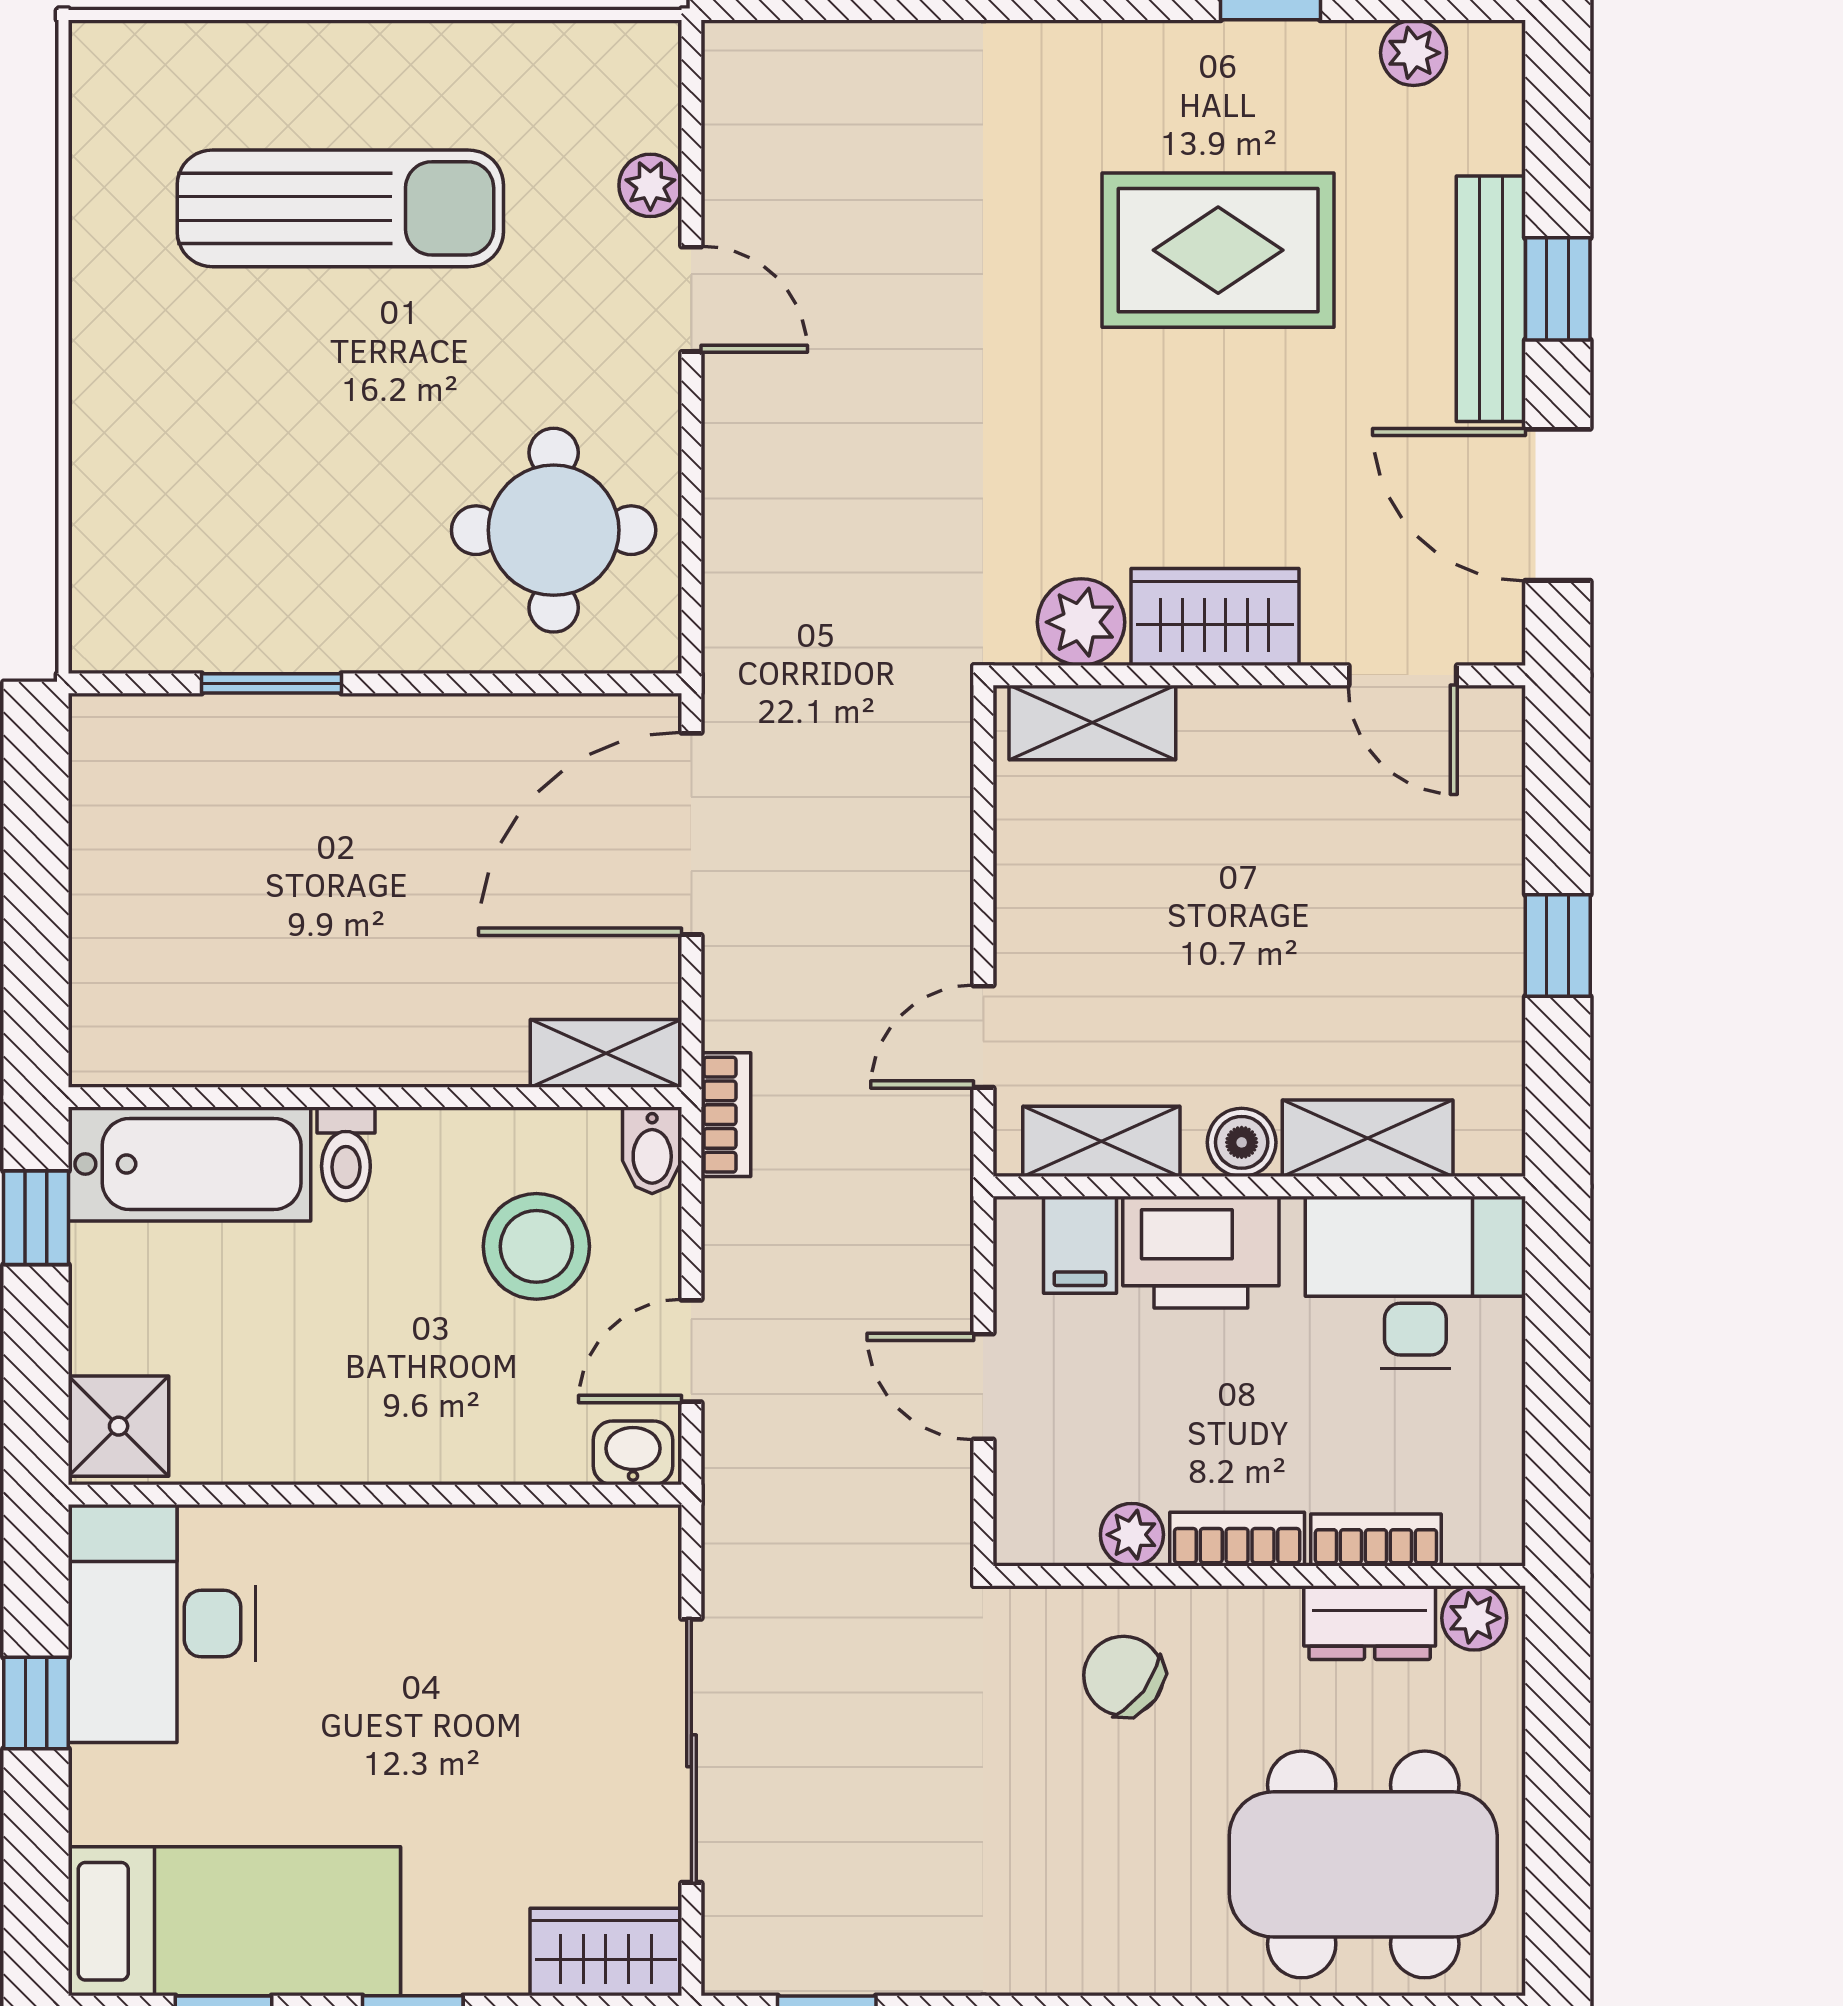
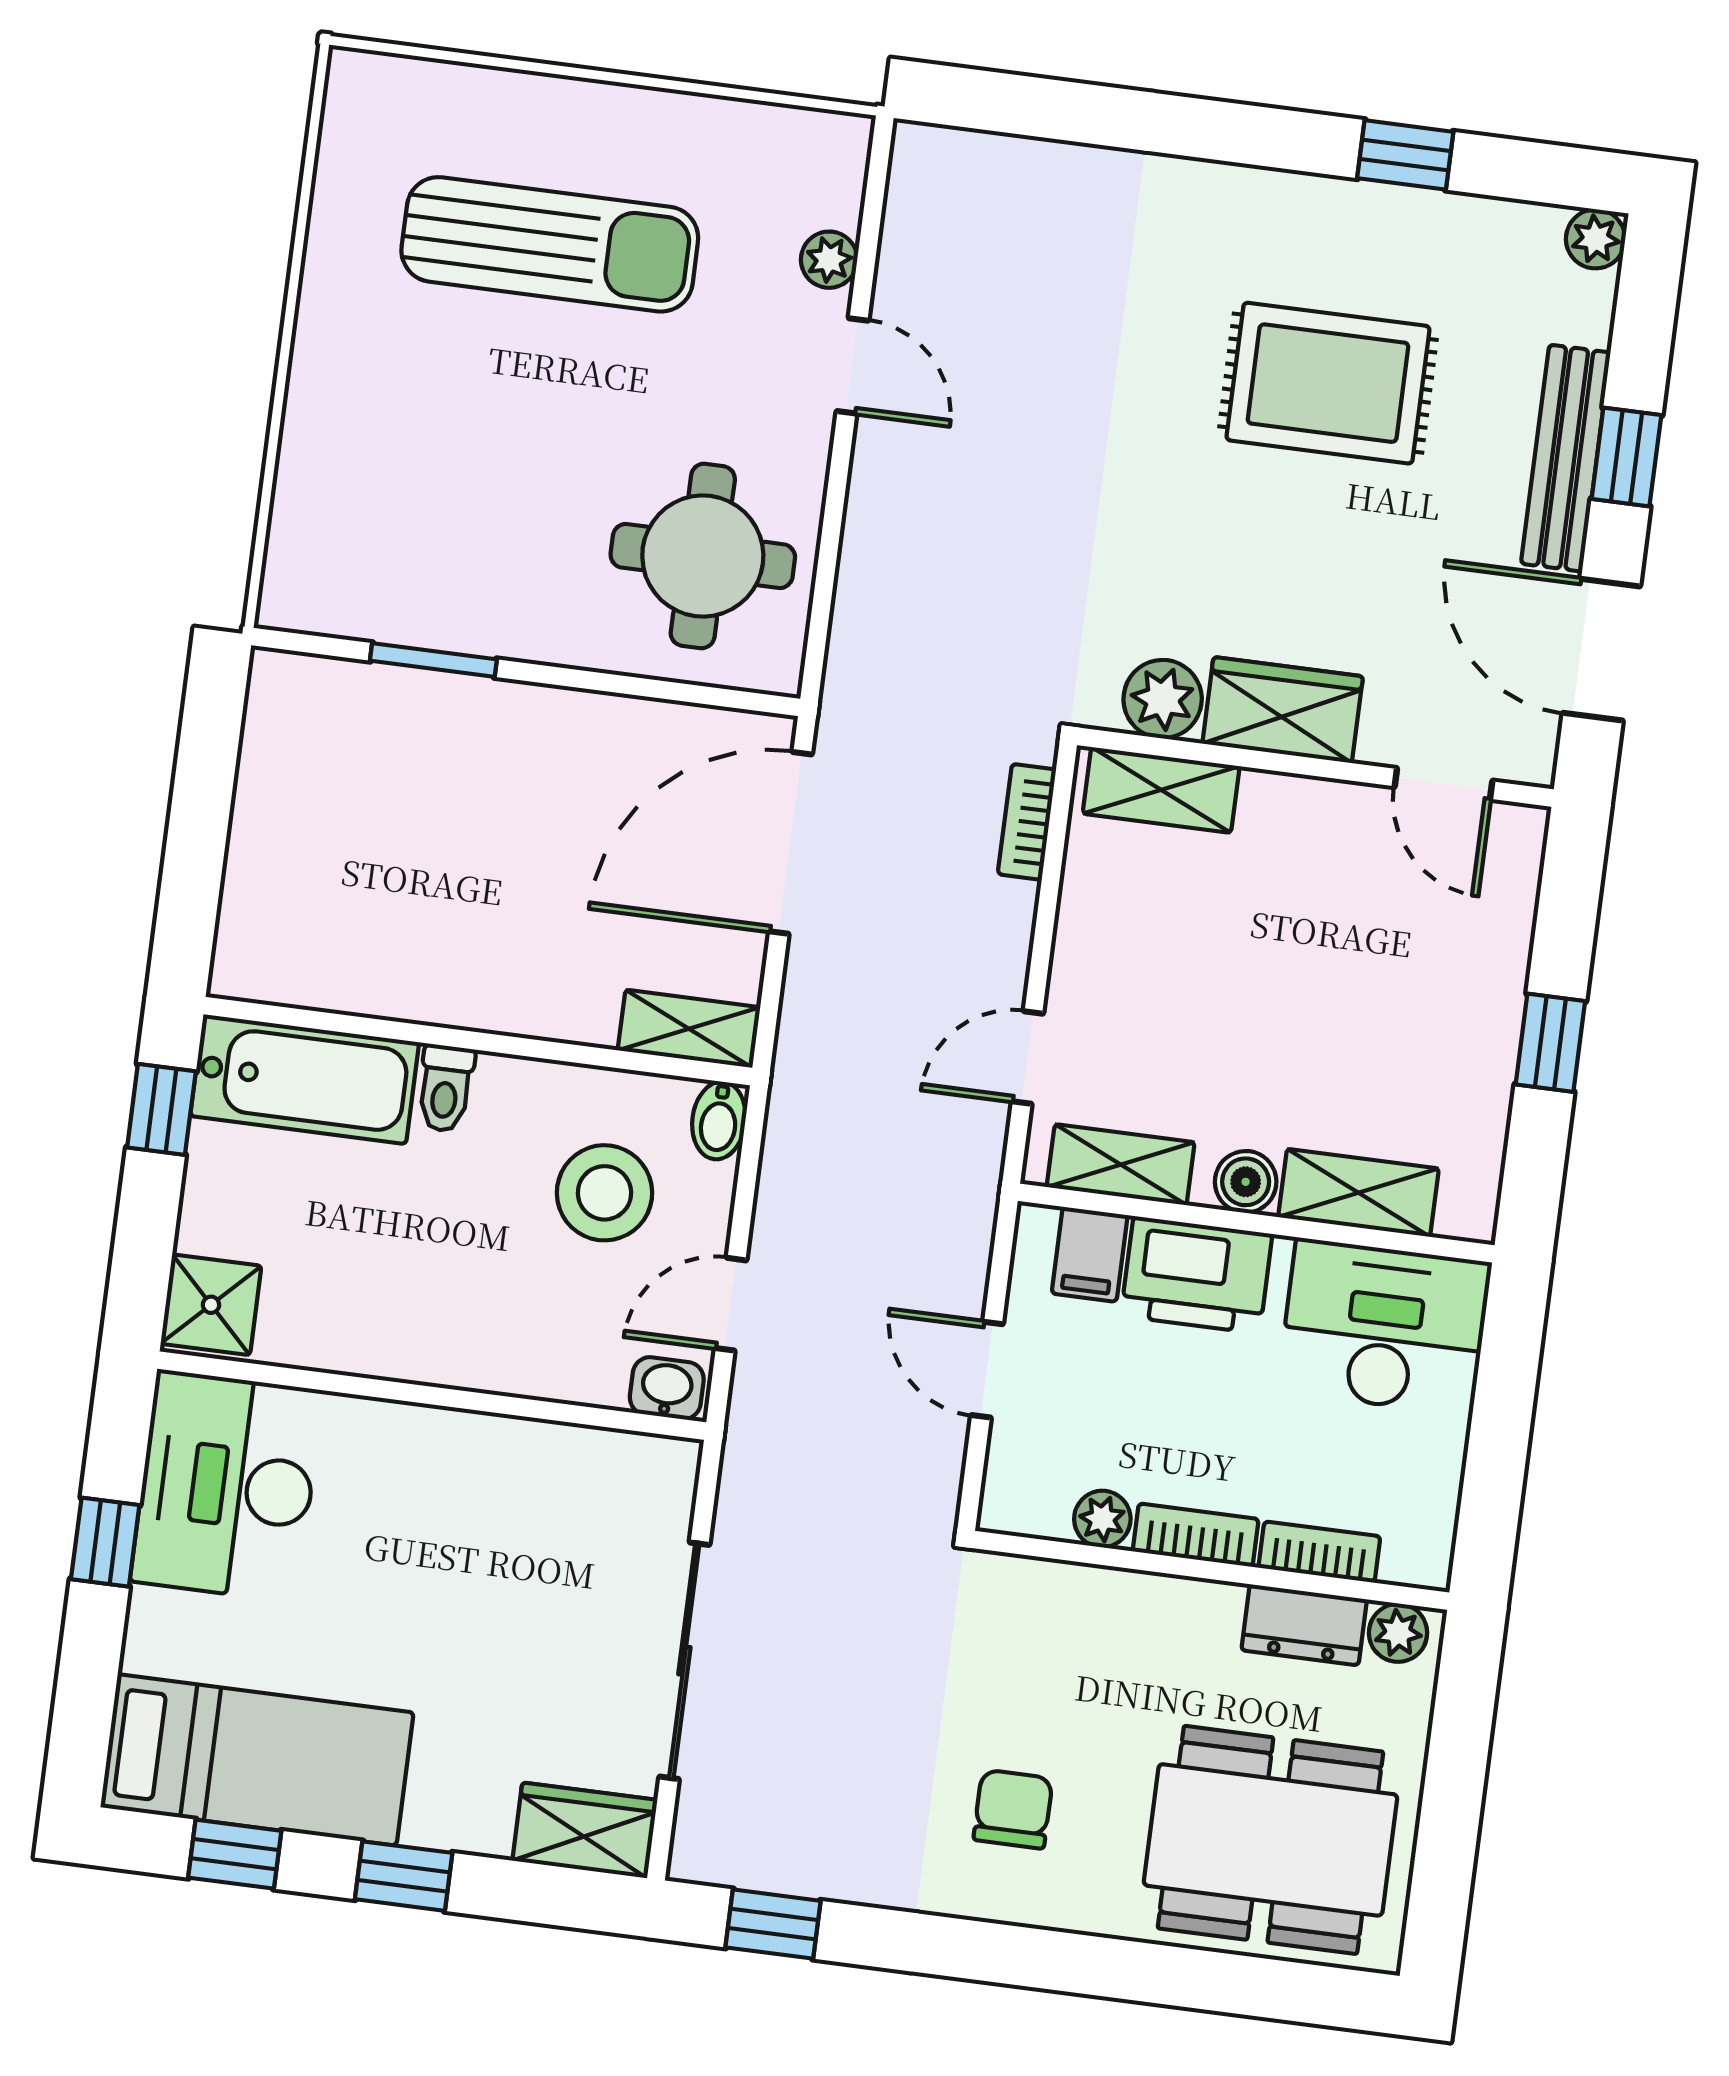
plant: (1414, 53) -> (1596, 239), moved
bookcase: (726, 1115) -> (1027, 822), moved, turned 180
chair: (1124, 1676) -> (1013, 1809), moved, turned 53

